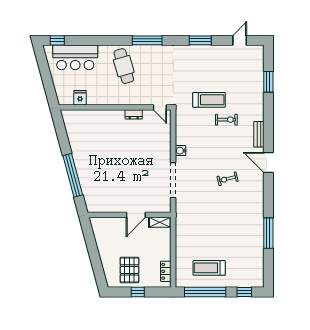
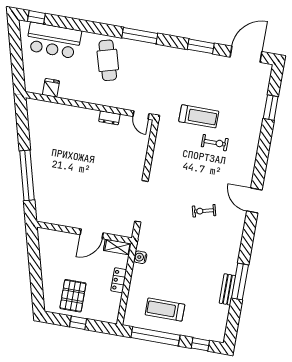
door: (240, 40) -> (246, 54), width x1.87
bench: (259, 134) -> (227, 289), moved
water cooler: (181, 151) -> (140, 257), moved
locker: (166, 271) -> (119, 280), moved

